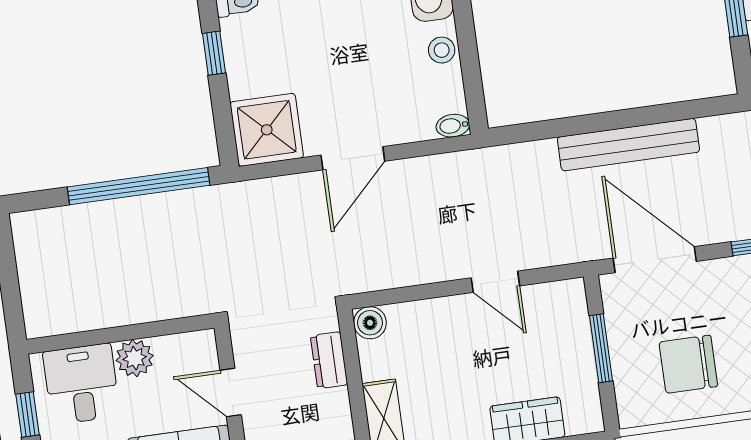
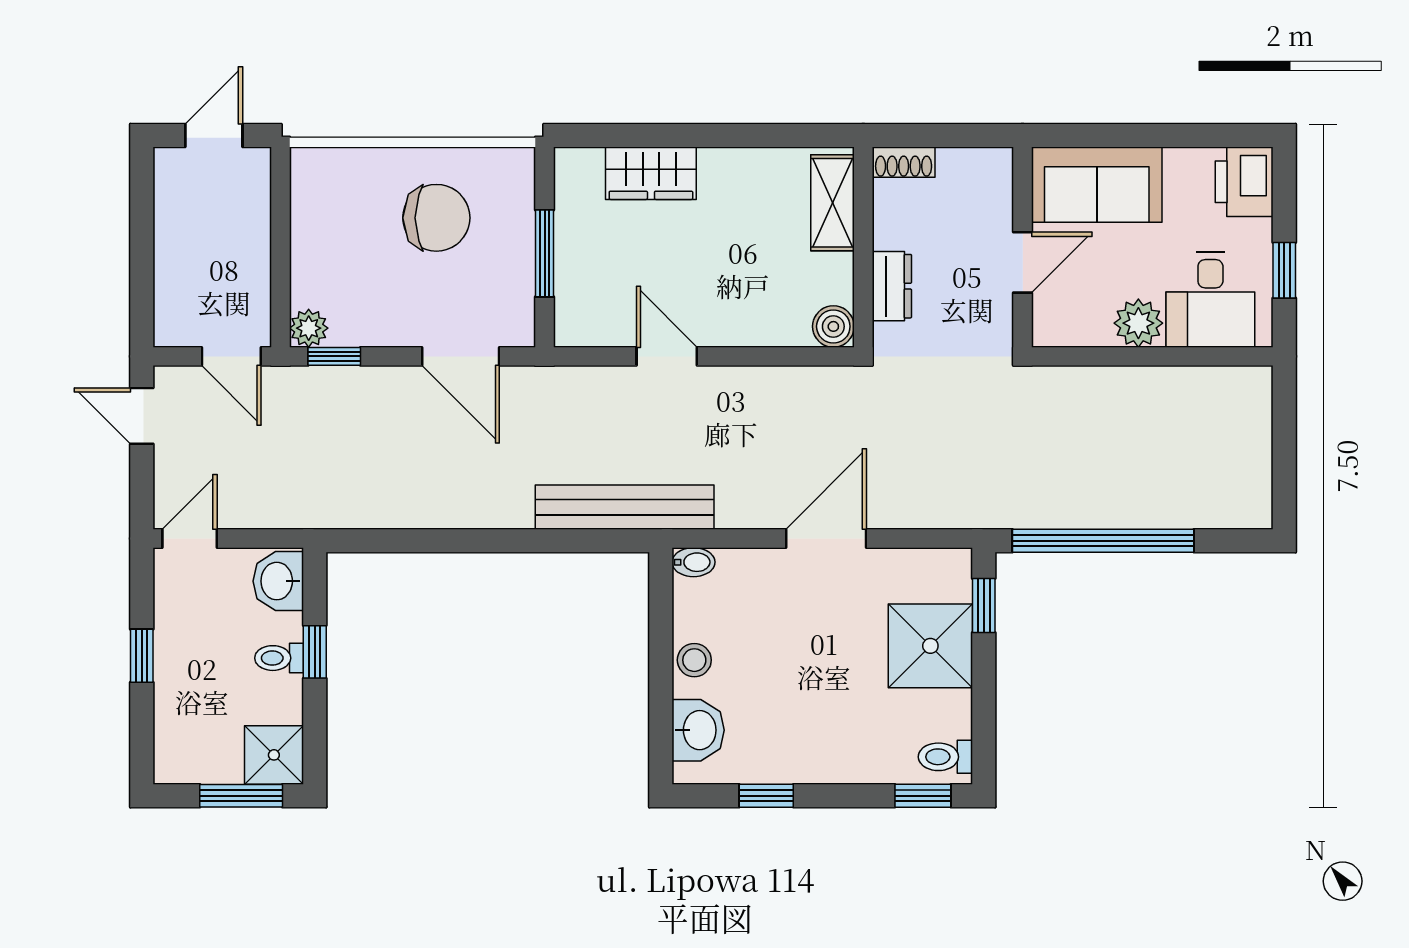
window: (214, 53) -> (984, 605), moved
shower: (267, 130) -> (930, 646), moved
bench: (628, 145) -> (625, 507), moved
door: (655, 260) -> (461, 356), width x0.73
door: (231, 393) -> (1023, 262), hinge flipped

